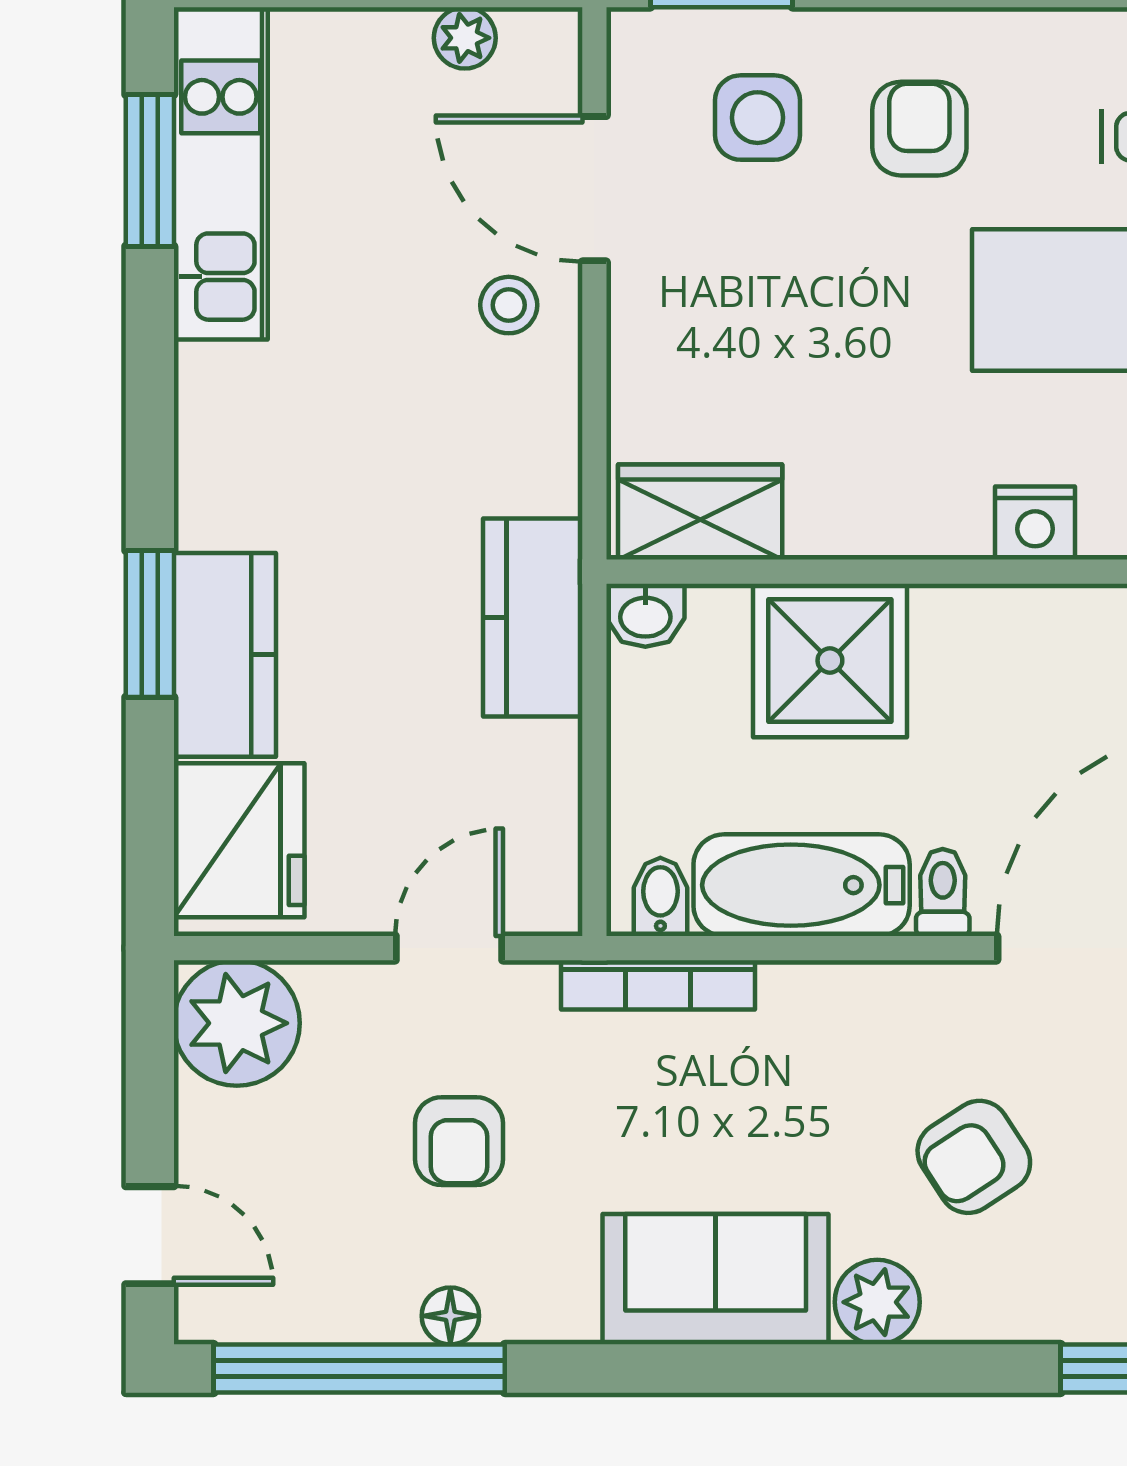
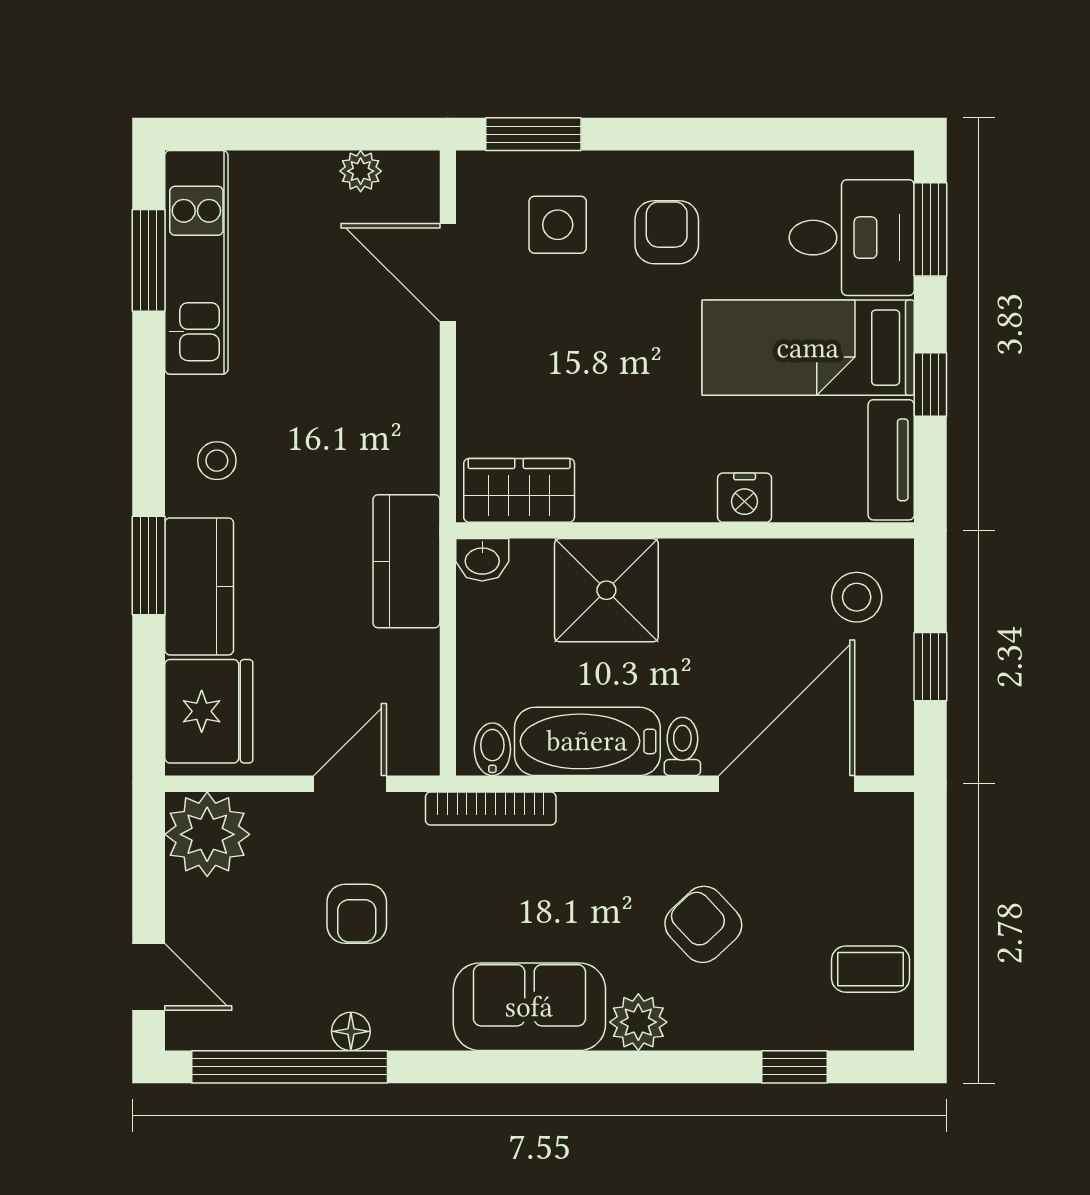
stool: (509, 305) -> (217, 461), moved
armchair: (974, 1157) -> (703, 924), turned 80

